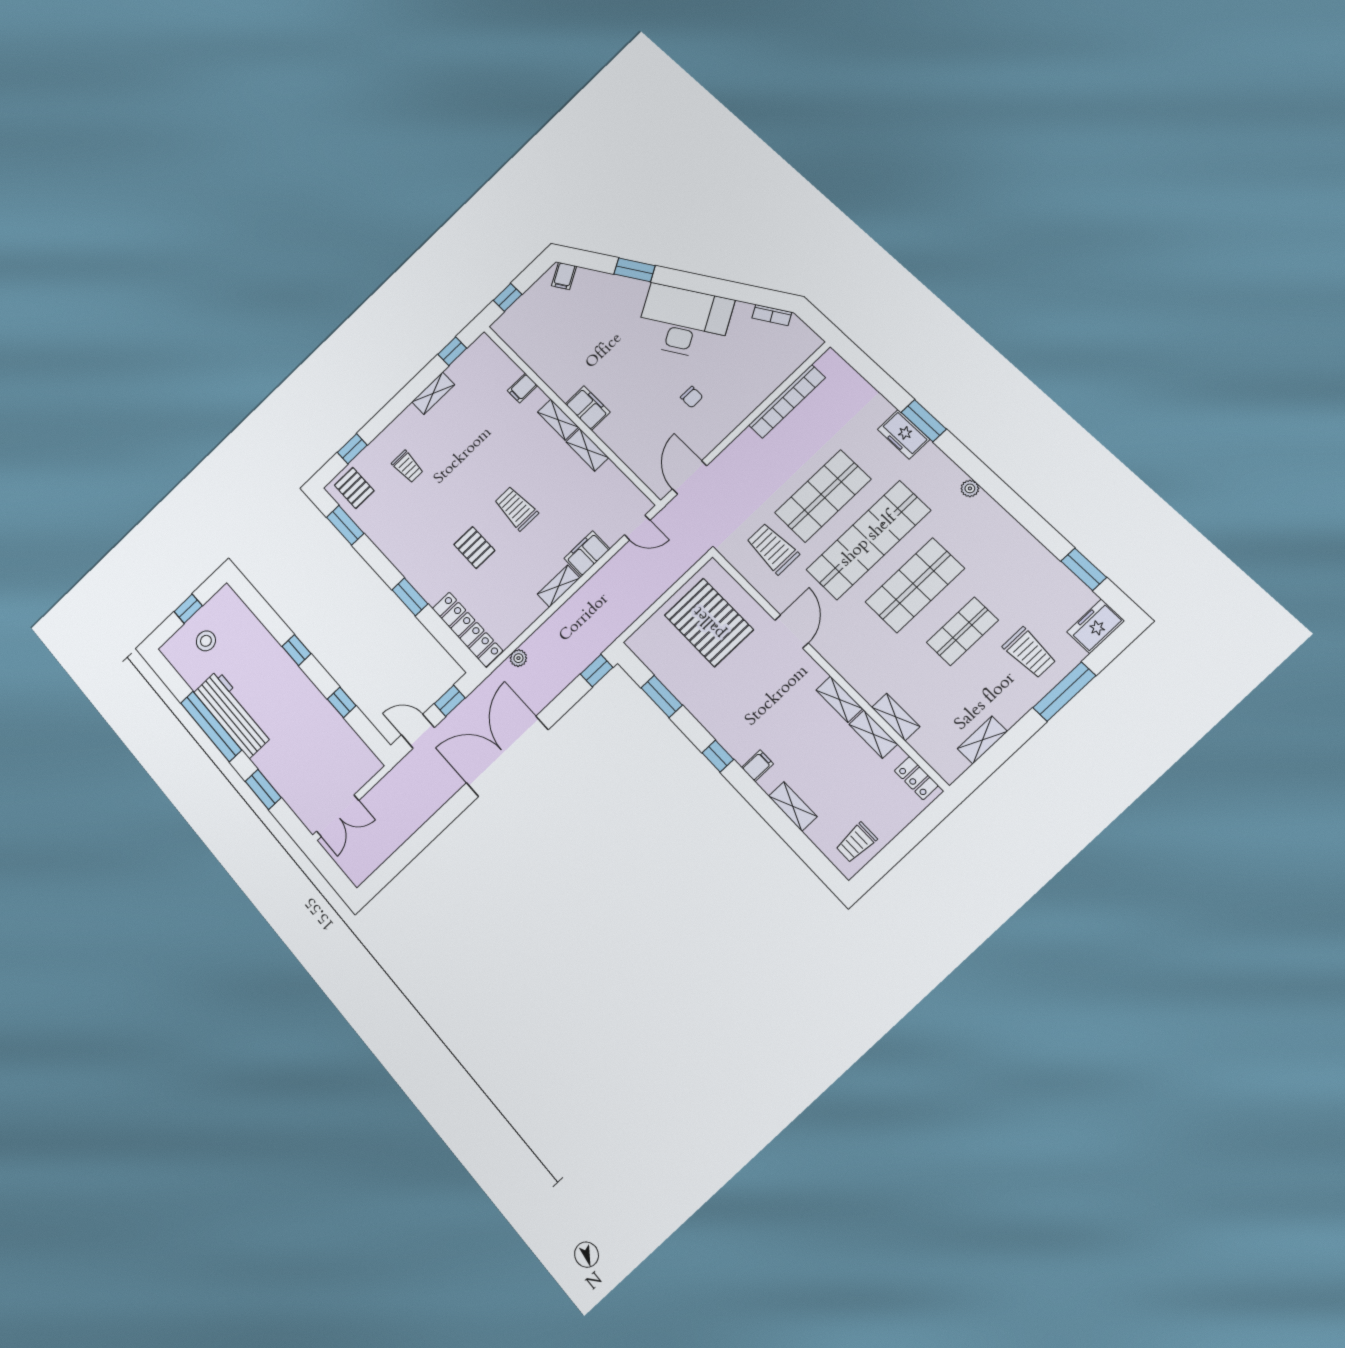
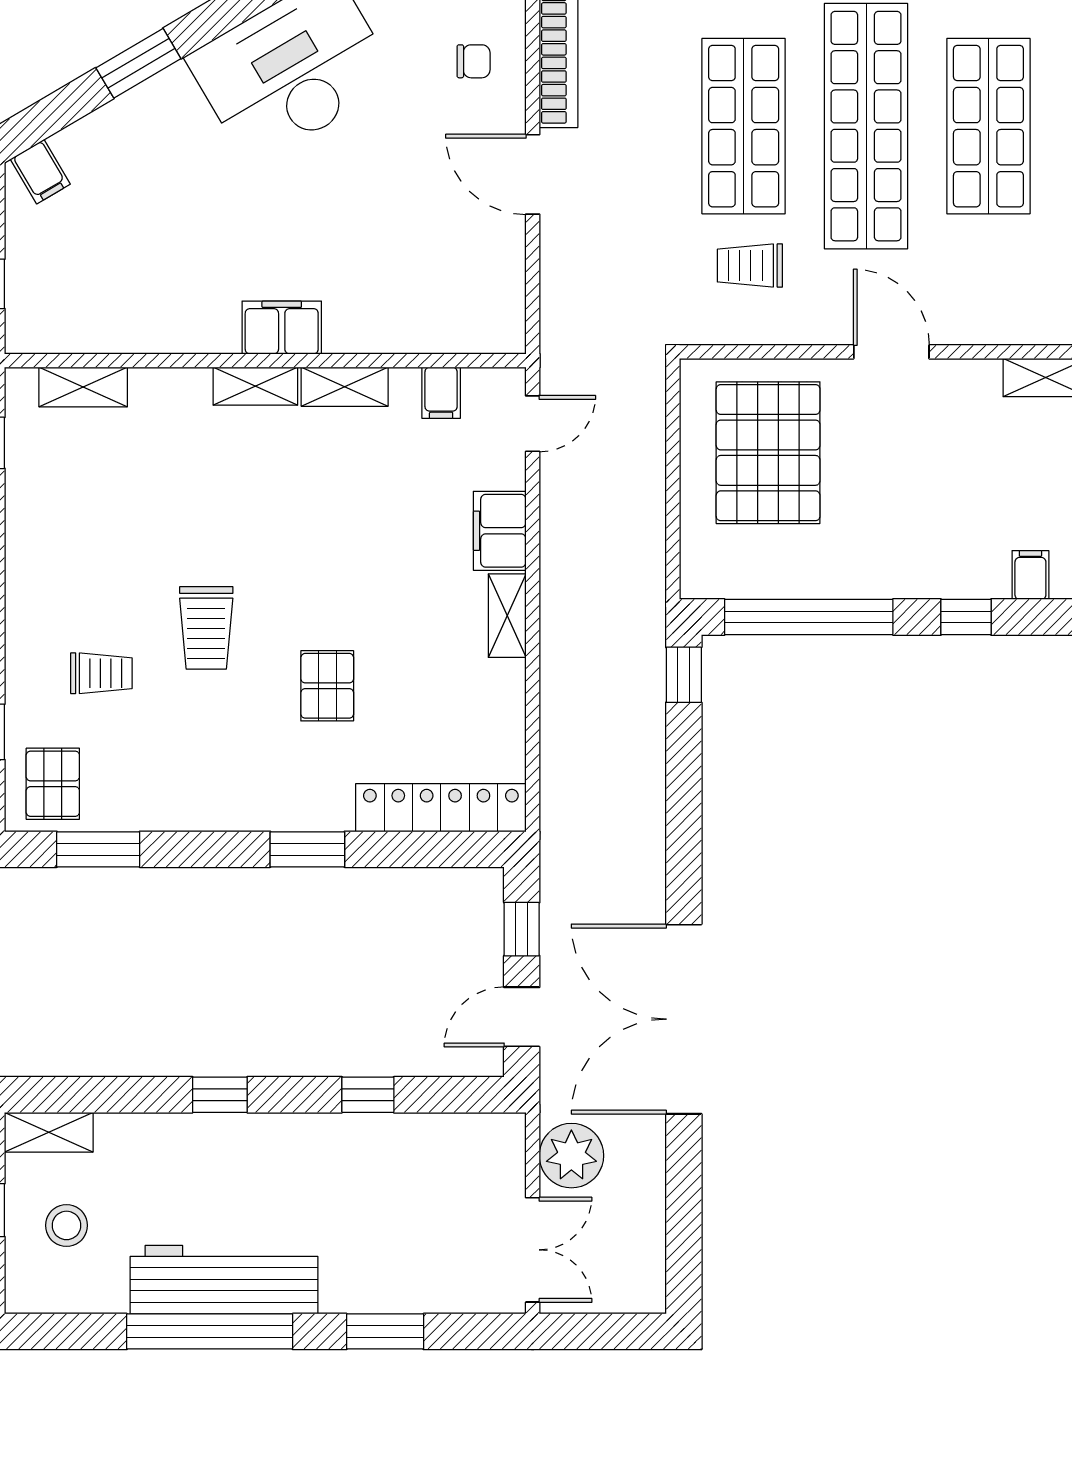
filing cabinet: (522, 388) -> (441, 393), moved
shelving: (433, 393) -> (83, 387), moved, turned 90
chair: (692, 397) -> (474, 61), moved
door: (690, 477) -> (533, 174), moved
pallet: (354, 488) -> (53, 784), turned 90
trolley: (516, 508) -> (206, 628), moved, turned -90
pallet: (474, 547) -> (327, 686), turned 90
trolley: (773, 549) -> (750, 266), width x0.73, depth x0.72
shelving: (233, 604) -> (49, 1132), added
pallet: (709, 622) -> (768, 453), turned 90
plant: (518, 658) -> (571, 1156), moved, width x1.88, depth x1.88
window: (662, 696) -> (809, 617), width x2.11
double door: (507, 756) -> (684, 1019), moved

